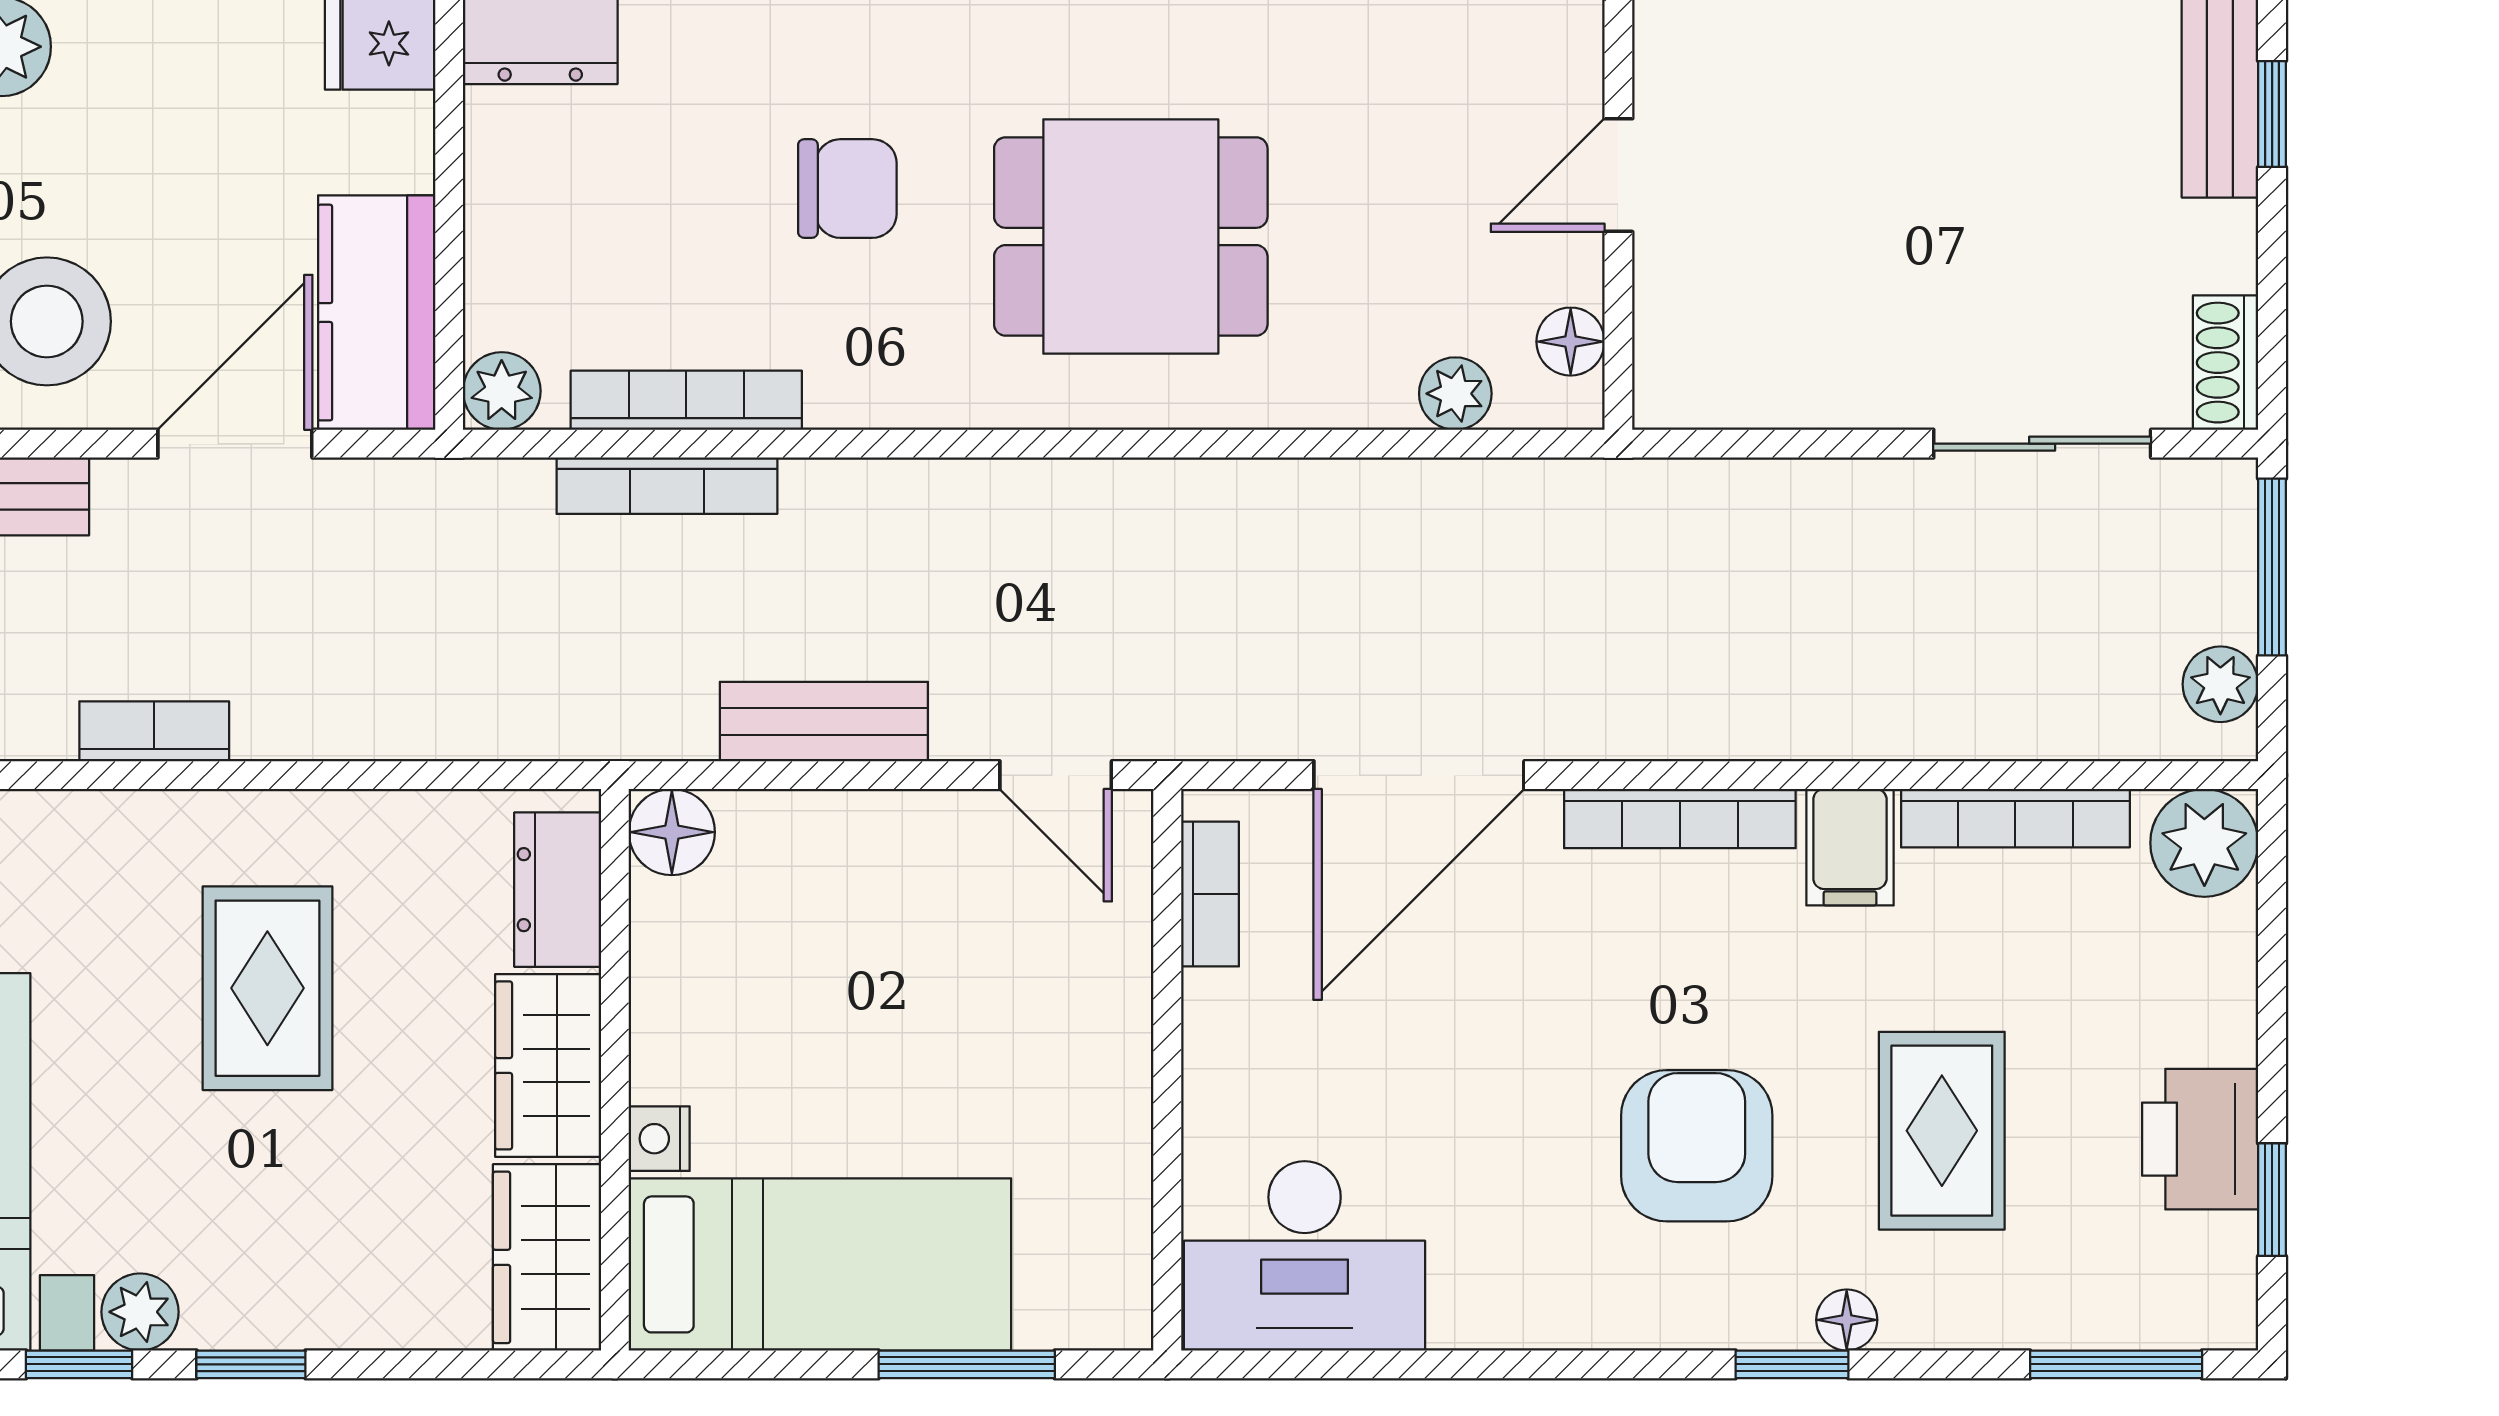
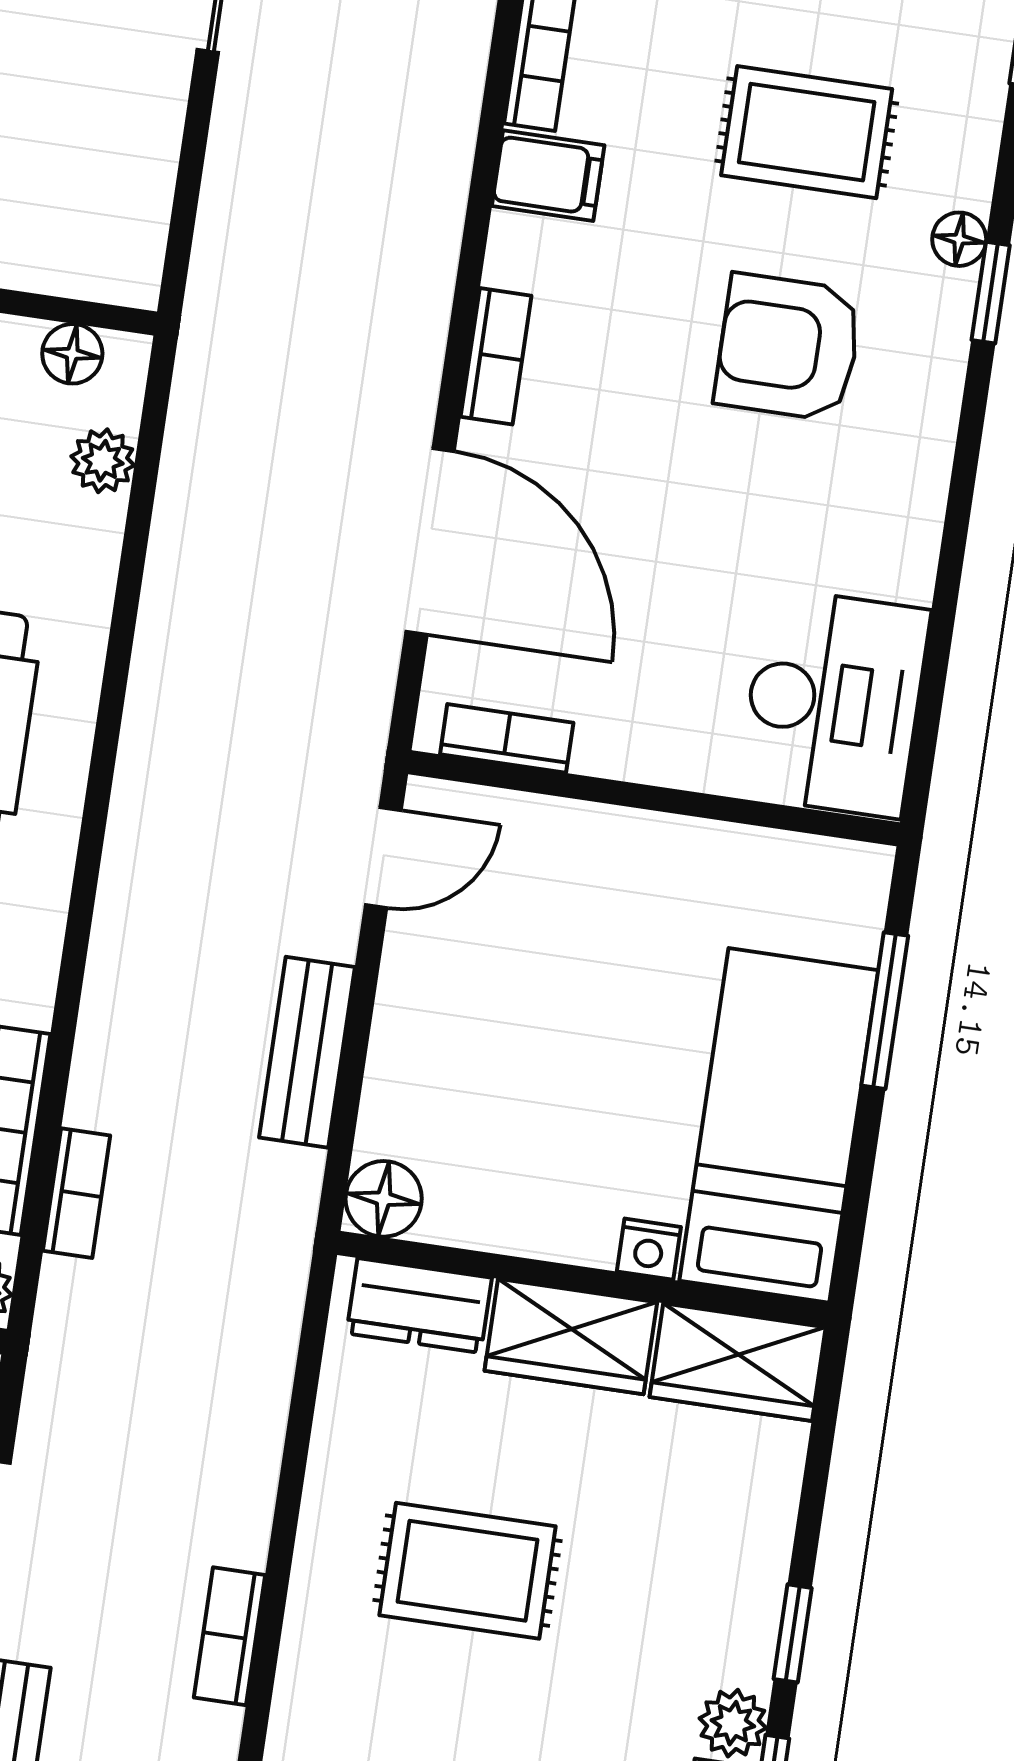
bookcase: (667, 486) -> (77, 1193), width x0.64
bookcase: (1680, 819) -> (496, 356), width x0.64

